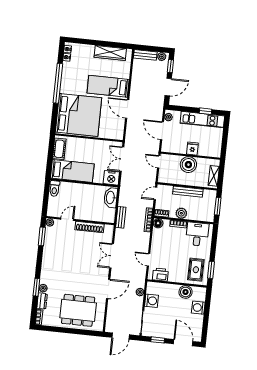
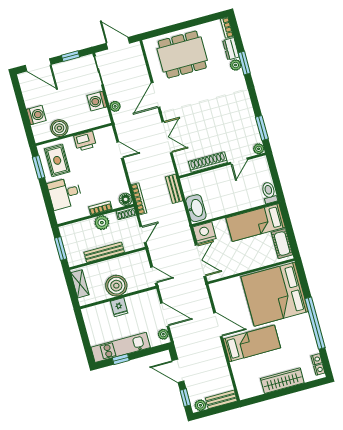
wardrobe: (110, 53) -> (282, 381), moved
door: (168, 87) -> (178, 371), hinge flipped
desk: (197, 234) -> (65, 193), moved, turned 90
printer: (160, 275) -> (85, 141), moved
door: (121, 336) -> (118, 43), hinge flipped

